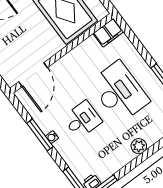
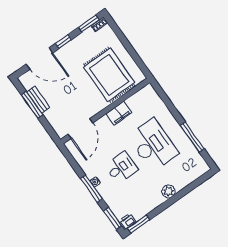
filing cabinet: (108, 33) -> (119, 113), moved
window: (40, 135) -> (91, 189), moved

